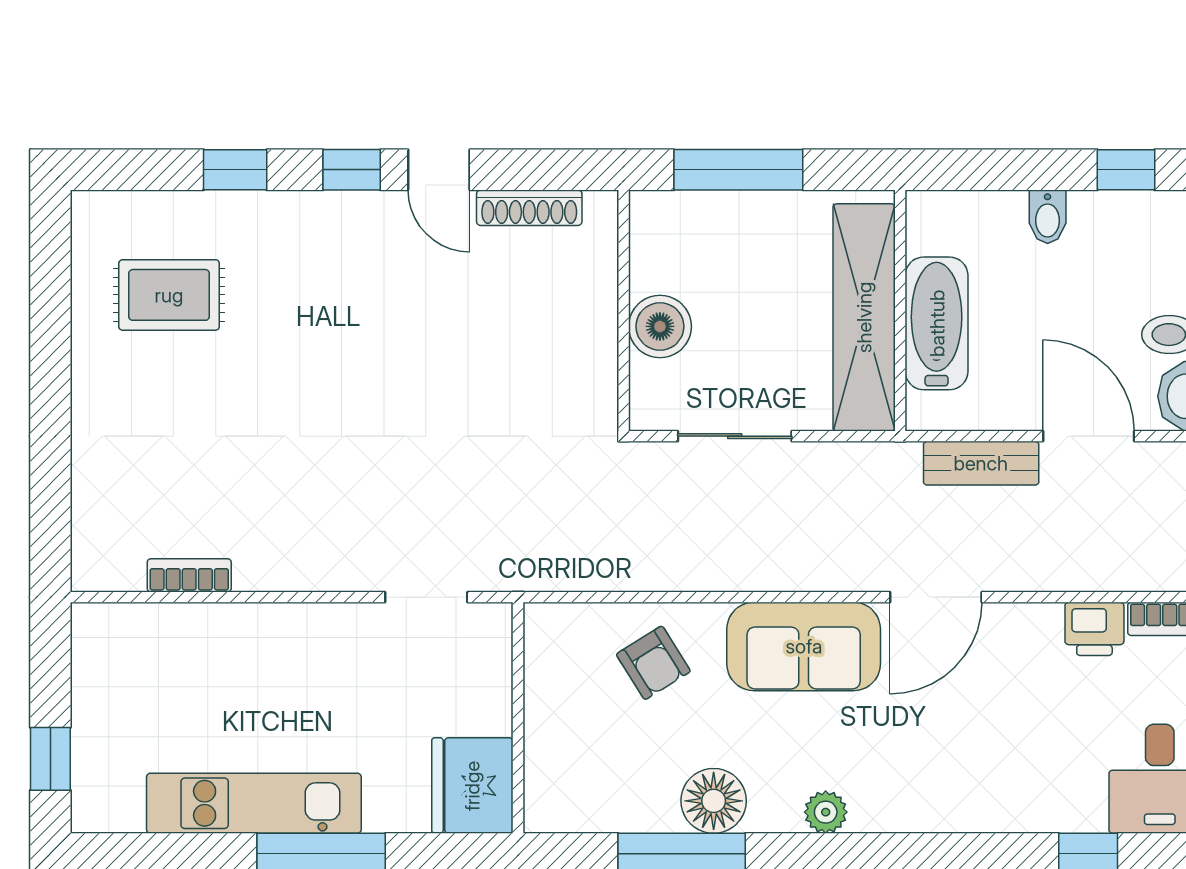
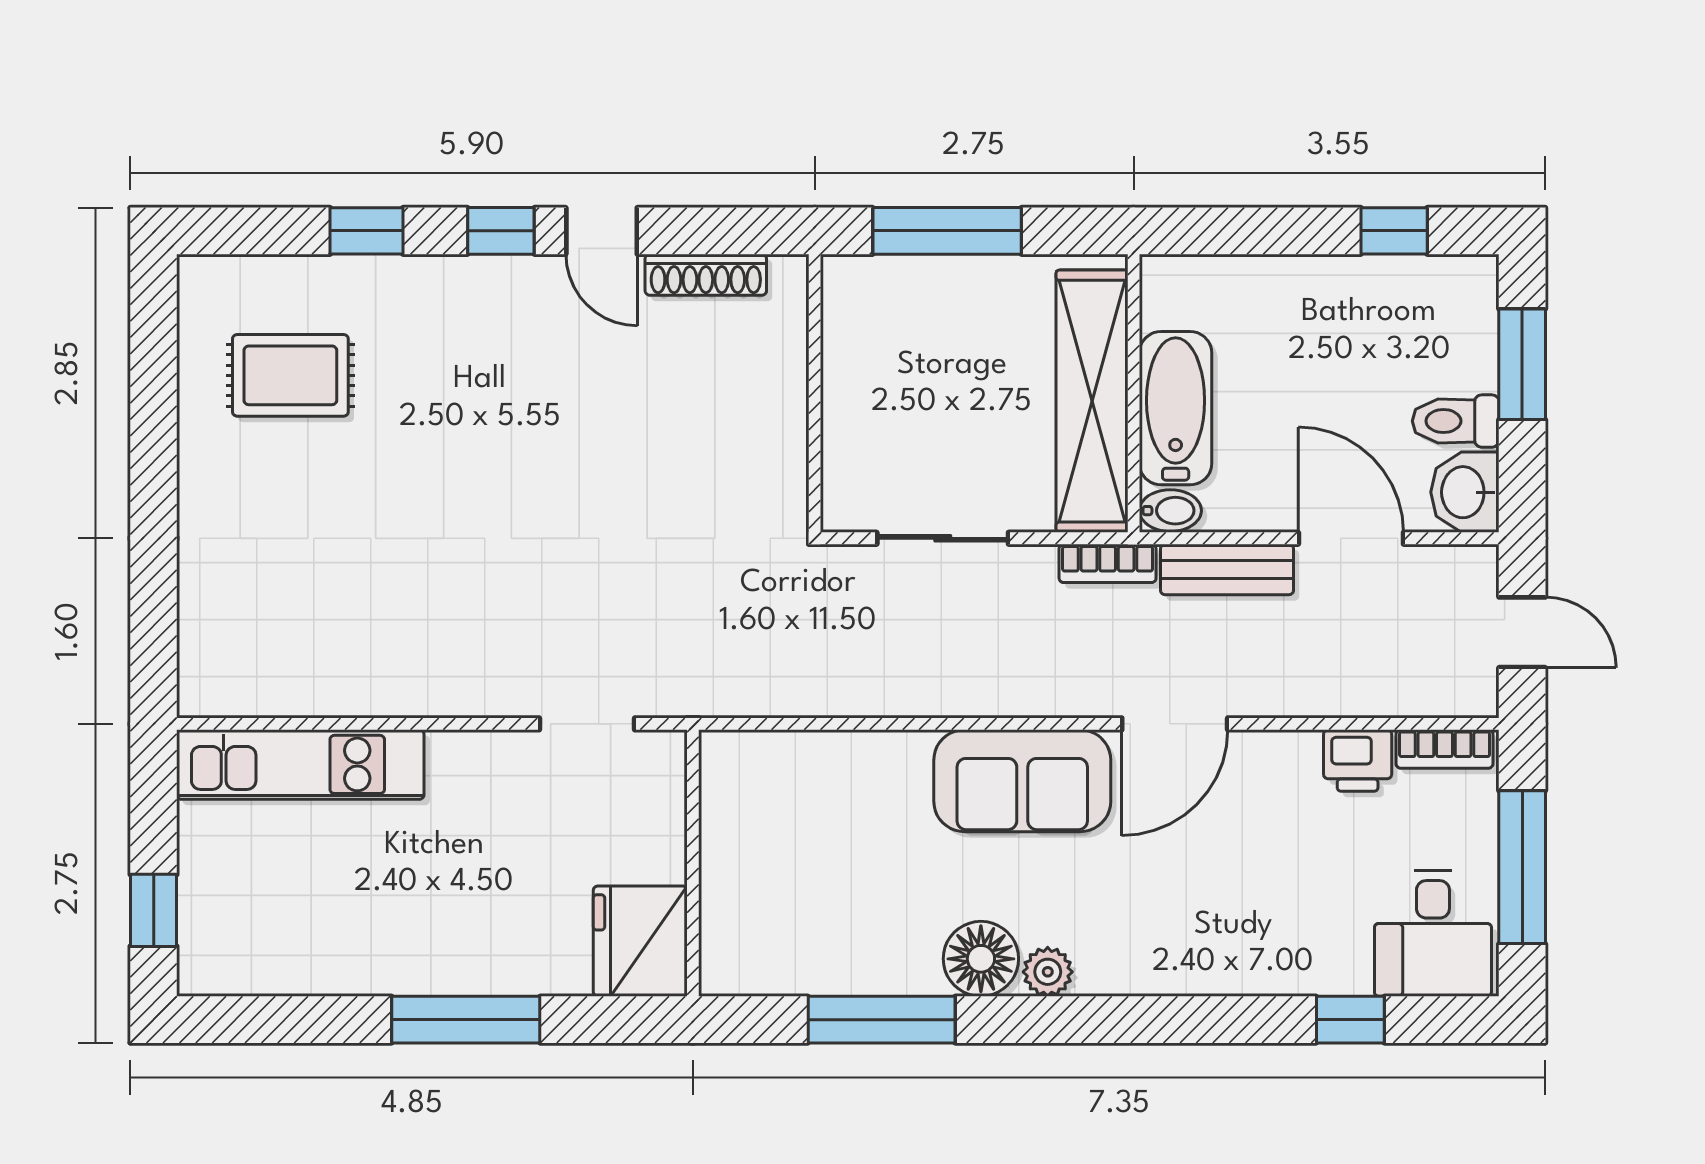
bidet: (1048, 217) -> (1170, 511), moved, turned -90
boiler: (660, 326) -> (857, 412), removed
bookcase: (189, 575) -> (1108, 563), moved, turned 180
armchair: (653, 663) -> (849, 800), removed
floor lamp: (714, 801) -> (981, 959), moved
kitchen unit: (254, 803) -> (300, 764), moved, turned 180

